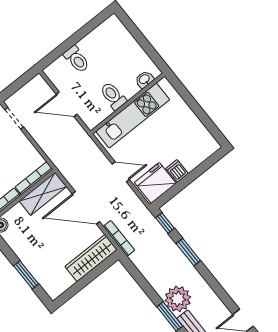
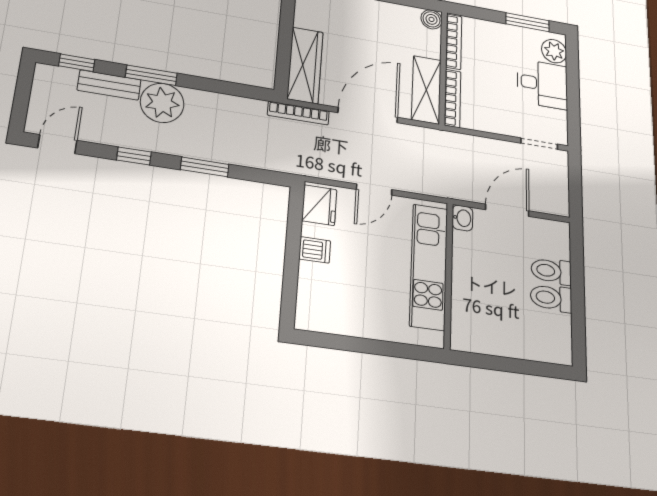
washbasin: (145, 79) -> (462, 218), moved
toilet: (113, 96) -> (551, 298), moved, turned 180
fridge: (155, 183) -> (319, 205), width x0.73, depth x0.75
window: (165, 223) -> (134, 156), moved

